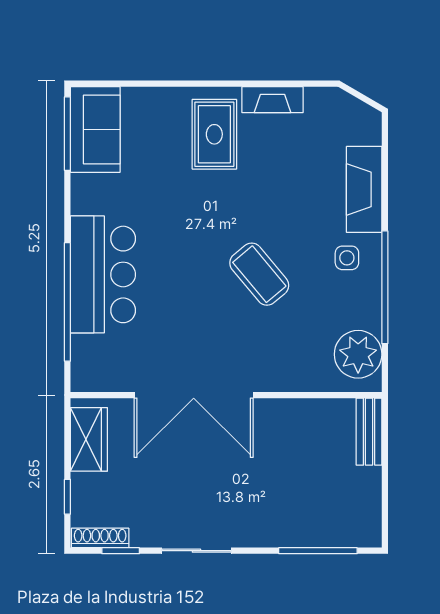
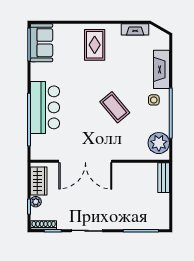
fireplace: (272, 100) -> (135, 29), moved
plant: (83, 486) -> (36, 202), added

